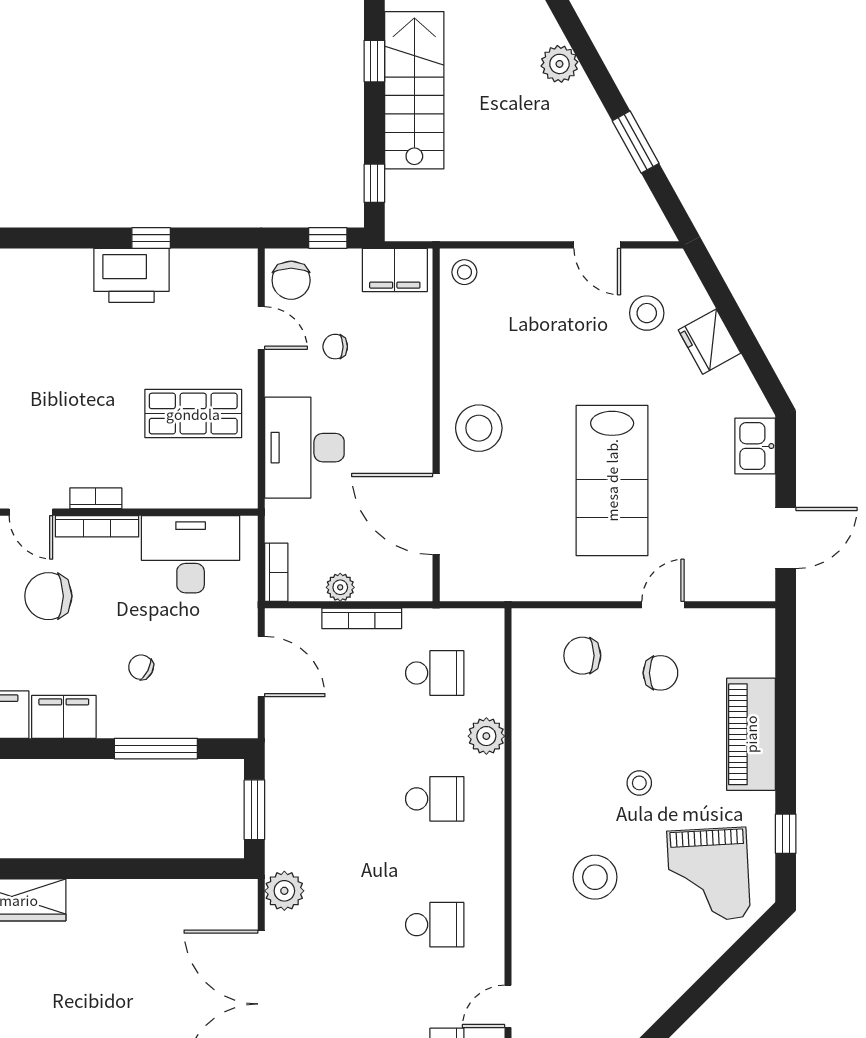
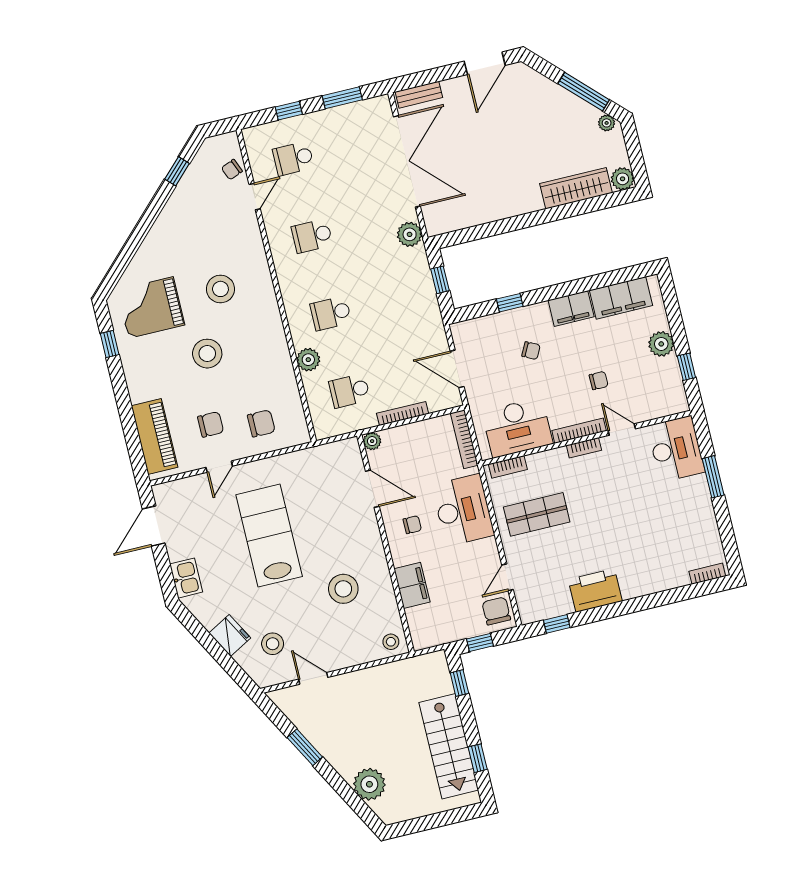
plant: (559, 64) -> (369, 784), width x1.36, depth x1.36
window: (151, 238) -> (557, 624), moved
filing cabinet: (395, 270) -> (412, 585), moved, turned 90
door: (261, 328) -> (507, 577), hinge flipped
chair: (335, 347) -> (412, 525), moved
stool: (479, 428) -> (343, 589), moved
bookcase: (220, 497) -> (508, 467), added
door: (436, 514) -> (372, 489), width x0.73
bookcase: (276, 572) -> (464, 439), width x1.56
plant: (340, 587) -> (372, 441), moved
chair: (48, 596) -> (599, 381), width x0.54, depth x0.54
chair: (660, 673) -> (211, 424), turned 180
piano: (751, 734) -> (155, 436), moved
window: (156, 749) -> (510, 303), width x0.46
stool: (639, 783) -> (207, 354), width x1.89, depth x1.89
window: (254, 810) -> (440, 280), width x0.67
grand piano: (709, 875) -> (151, 307), turned -87

